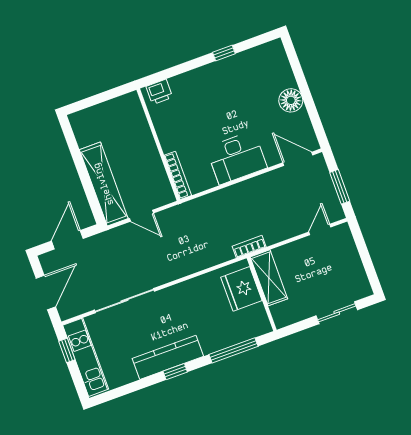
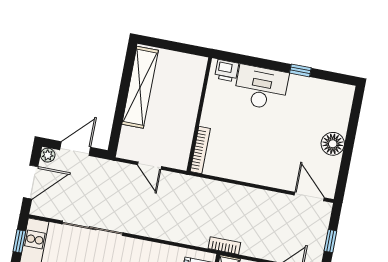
desk: (237, 158) -> (261, 88), moved, turned 180
shelving: (104, 184) -> (140, 87), moved
window: (340, 187) -> (330, 241), width x0.67
plant: (47, 260) -> (48, 155), added

